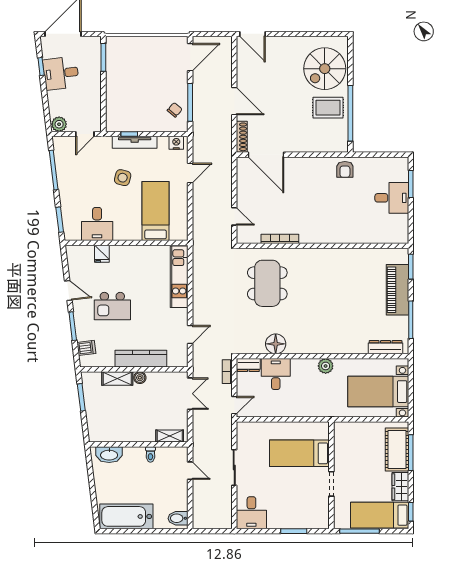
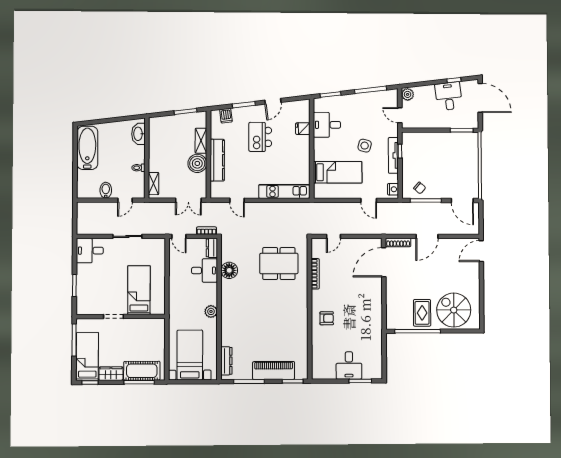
armchair: (345, 169) -> (327, 318), moved, turned 180
boiler: (140, 378) -> (197, 163), width x1.86, depth x1.86
bidet: (178, 518) -> (106, 190), moved

